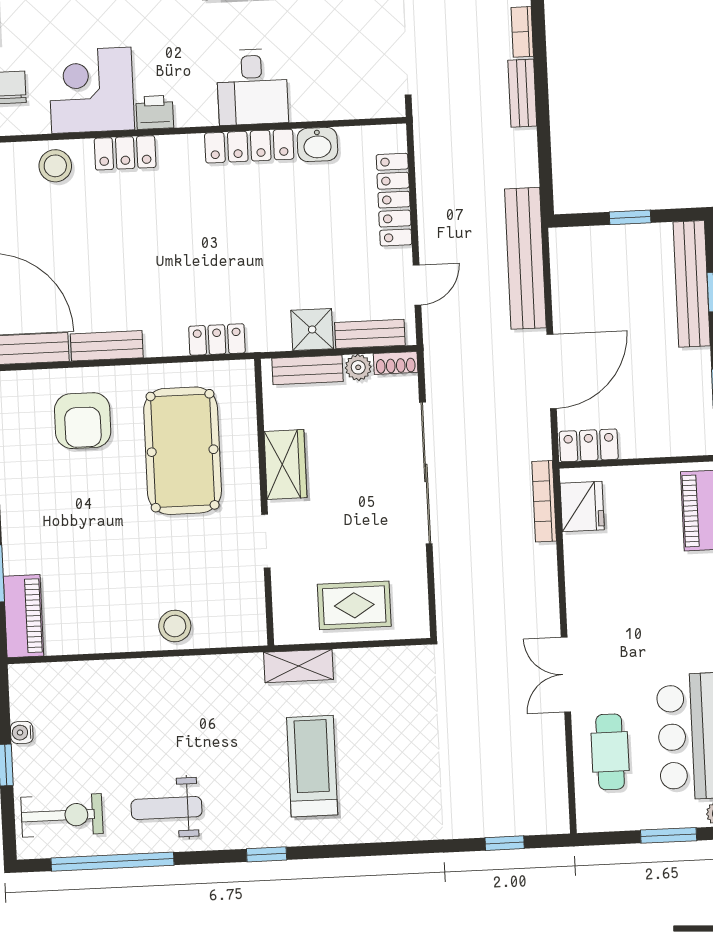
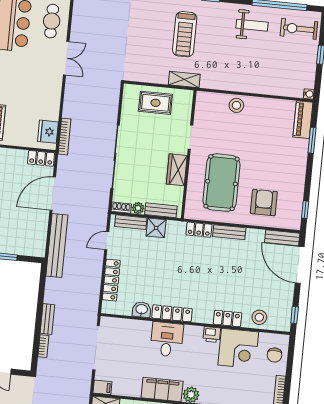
bench: (107, 346) -> (229, 232), moved
water cooler: (22, 732) -> (309, 94), moved

